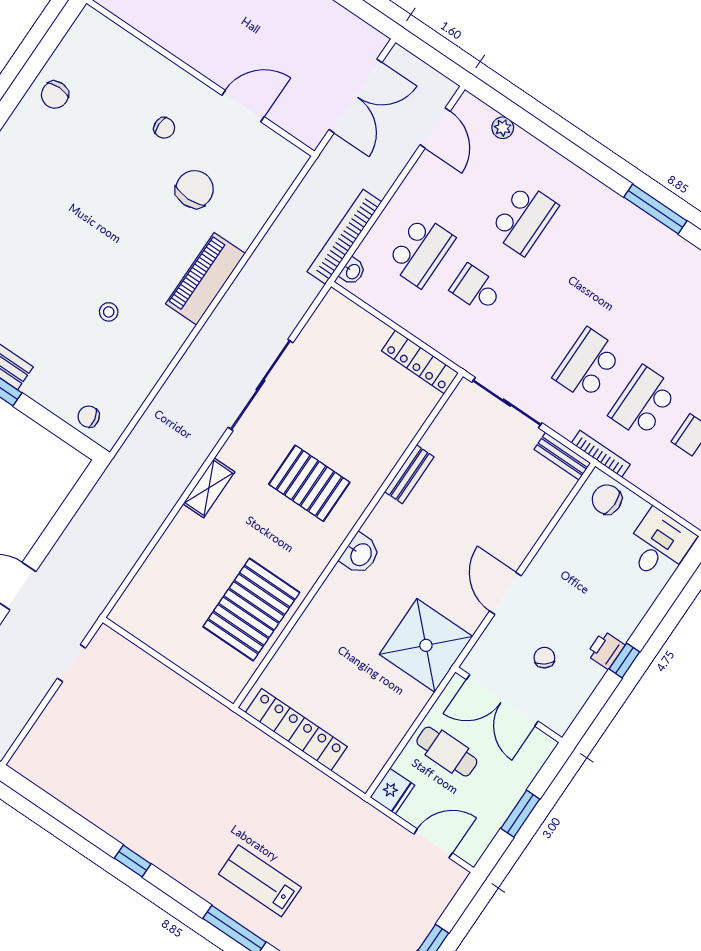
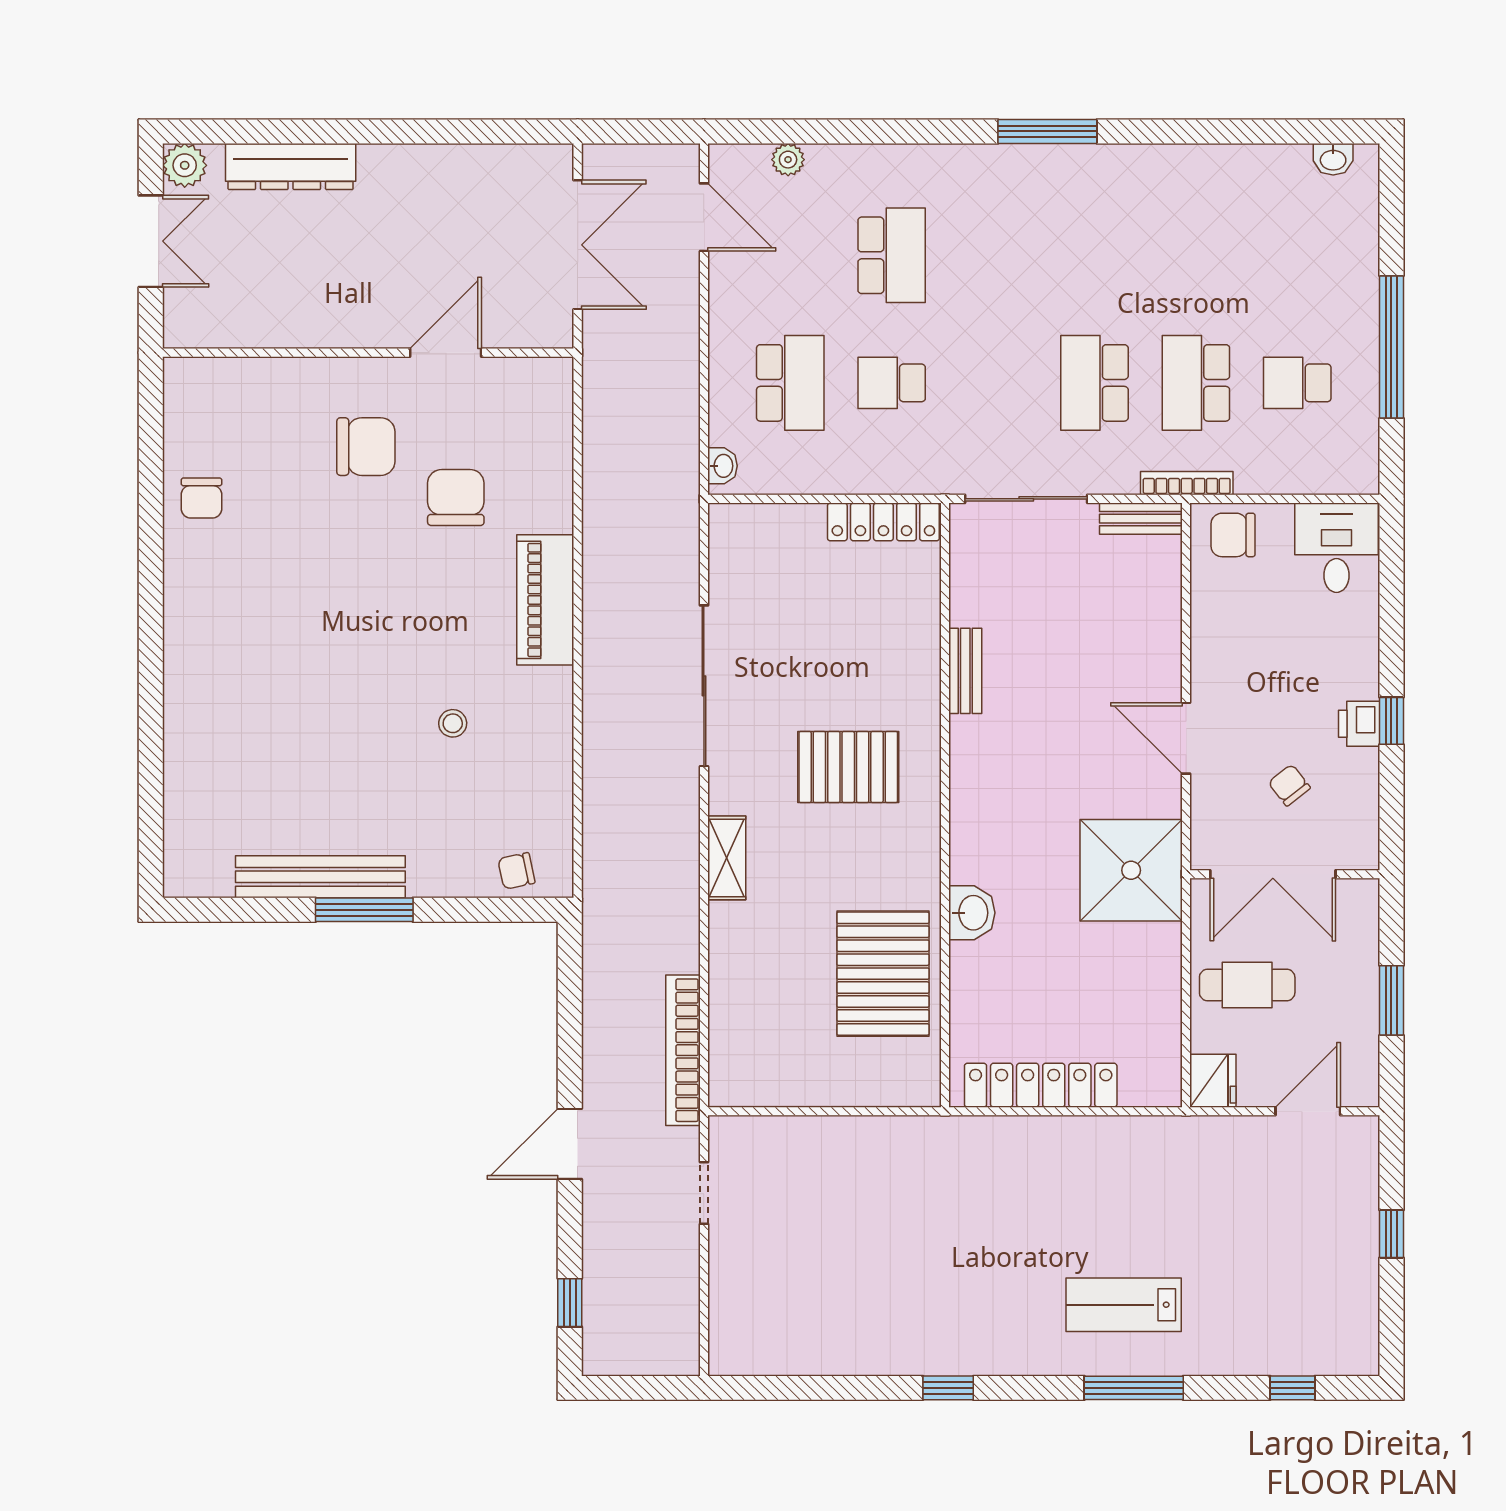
chair: (164, 128) -> (366, 447), width x1.87, depth x1.87
bookcase: (344, 237) -> (683, 1050), moved
washbasin: (360, 554) -> (972, 913), moved

